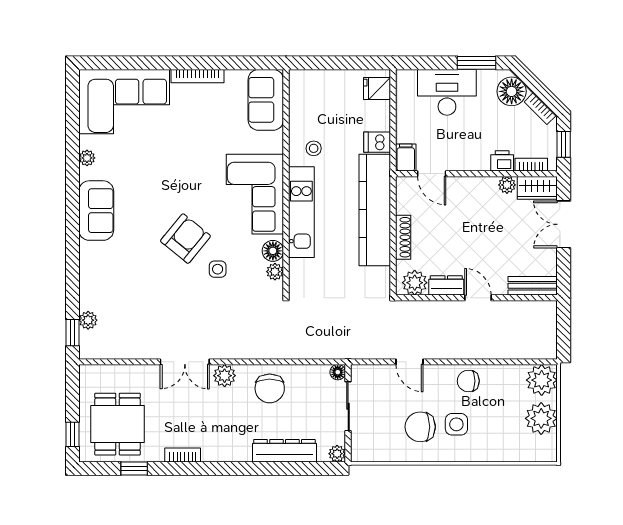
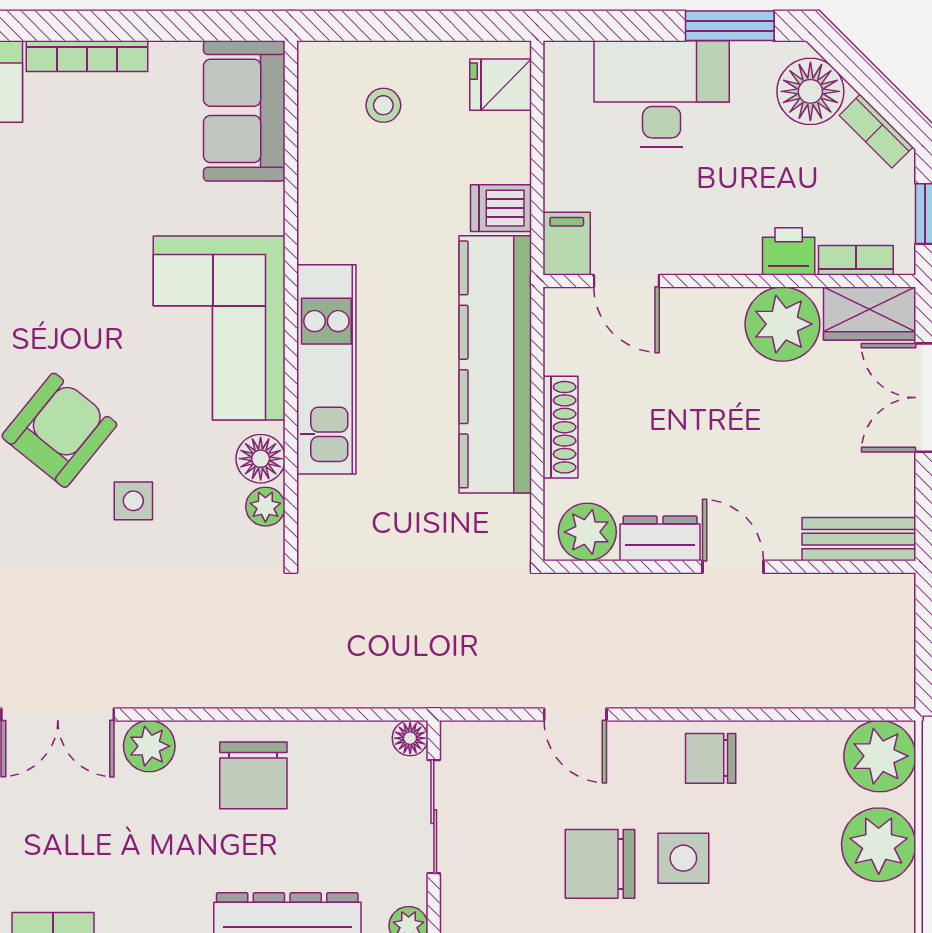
stool: (314, 148) -> (383, 105), moved
plant: (507, 185) -> (782, 324), width x1.87, depth x1.87

